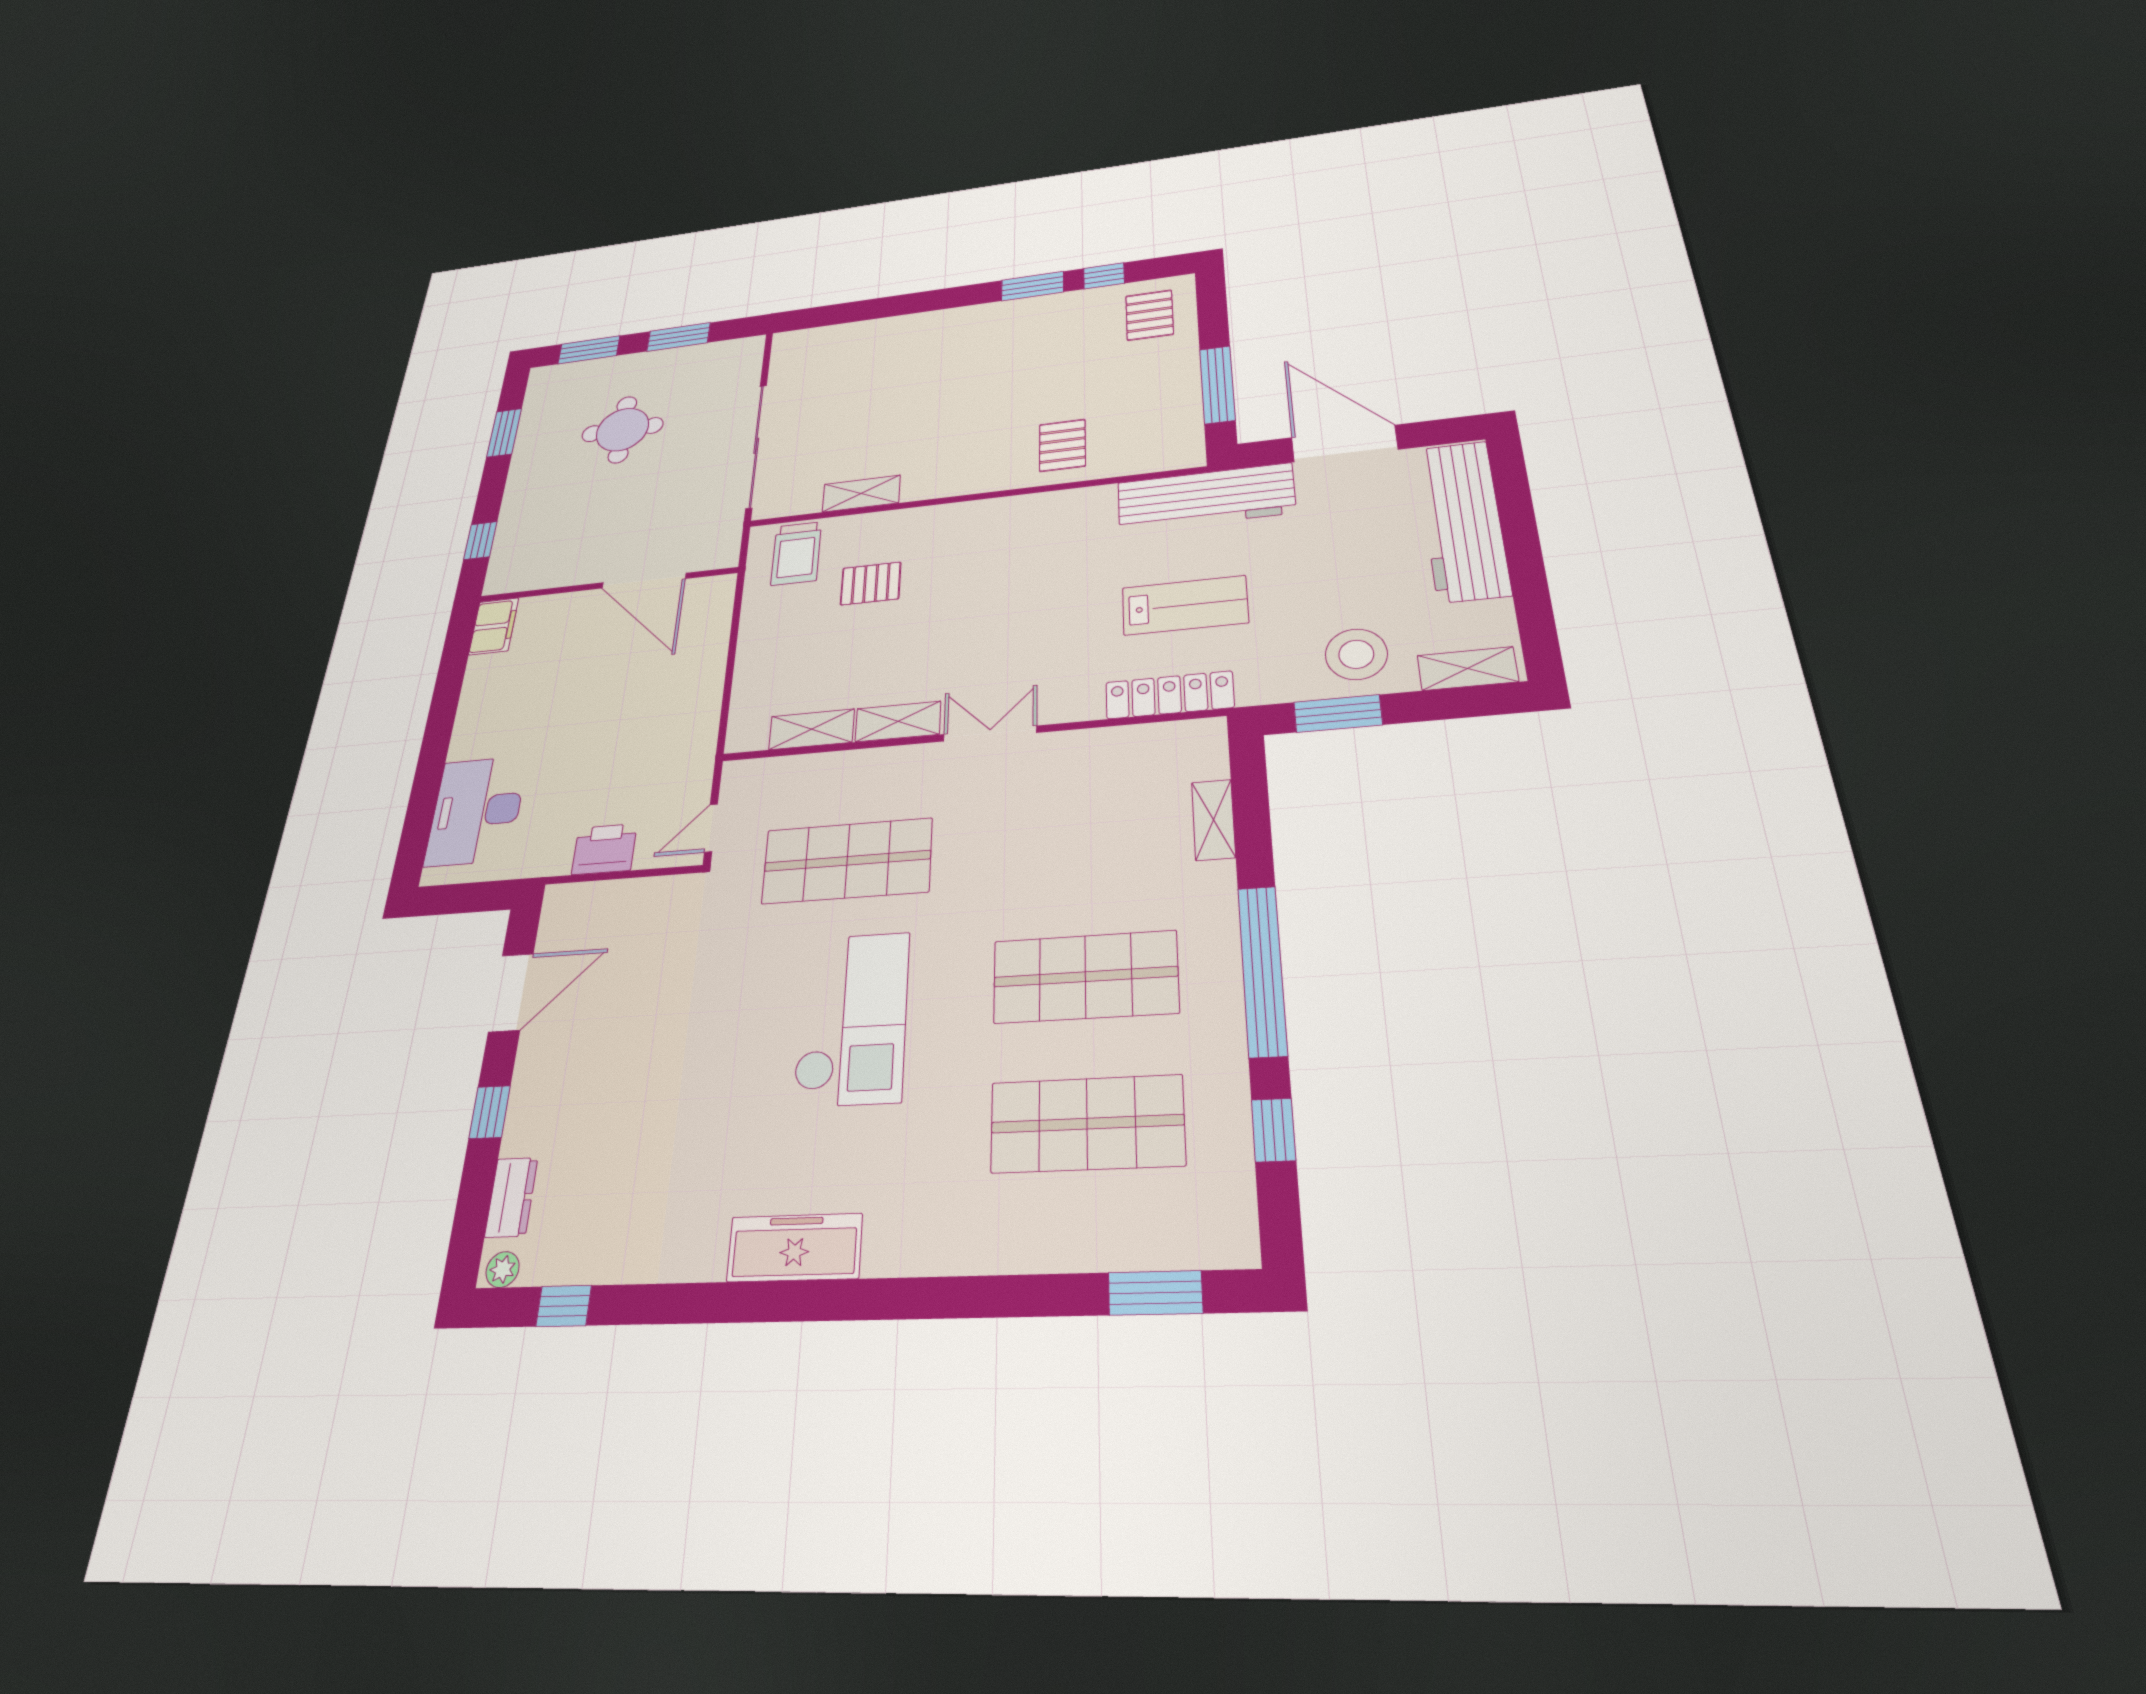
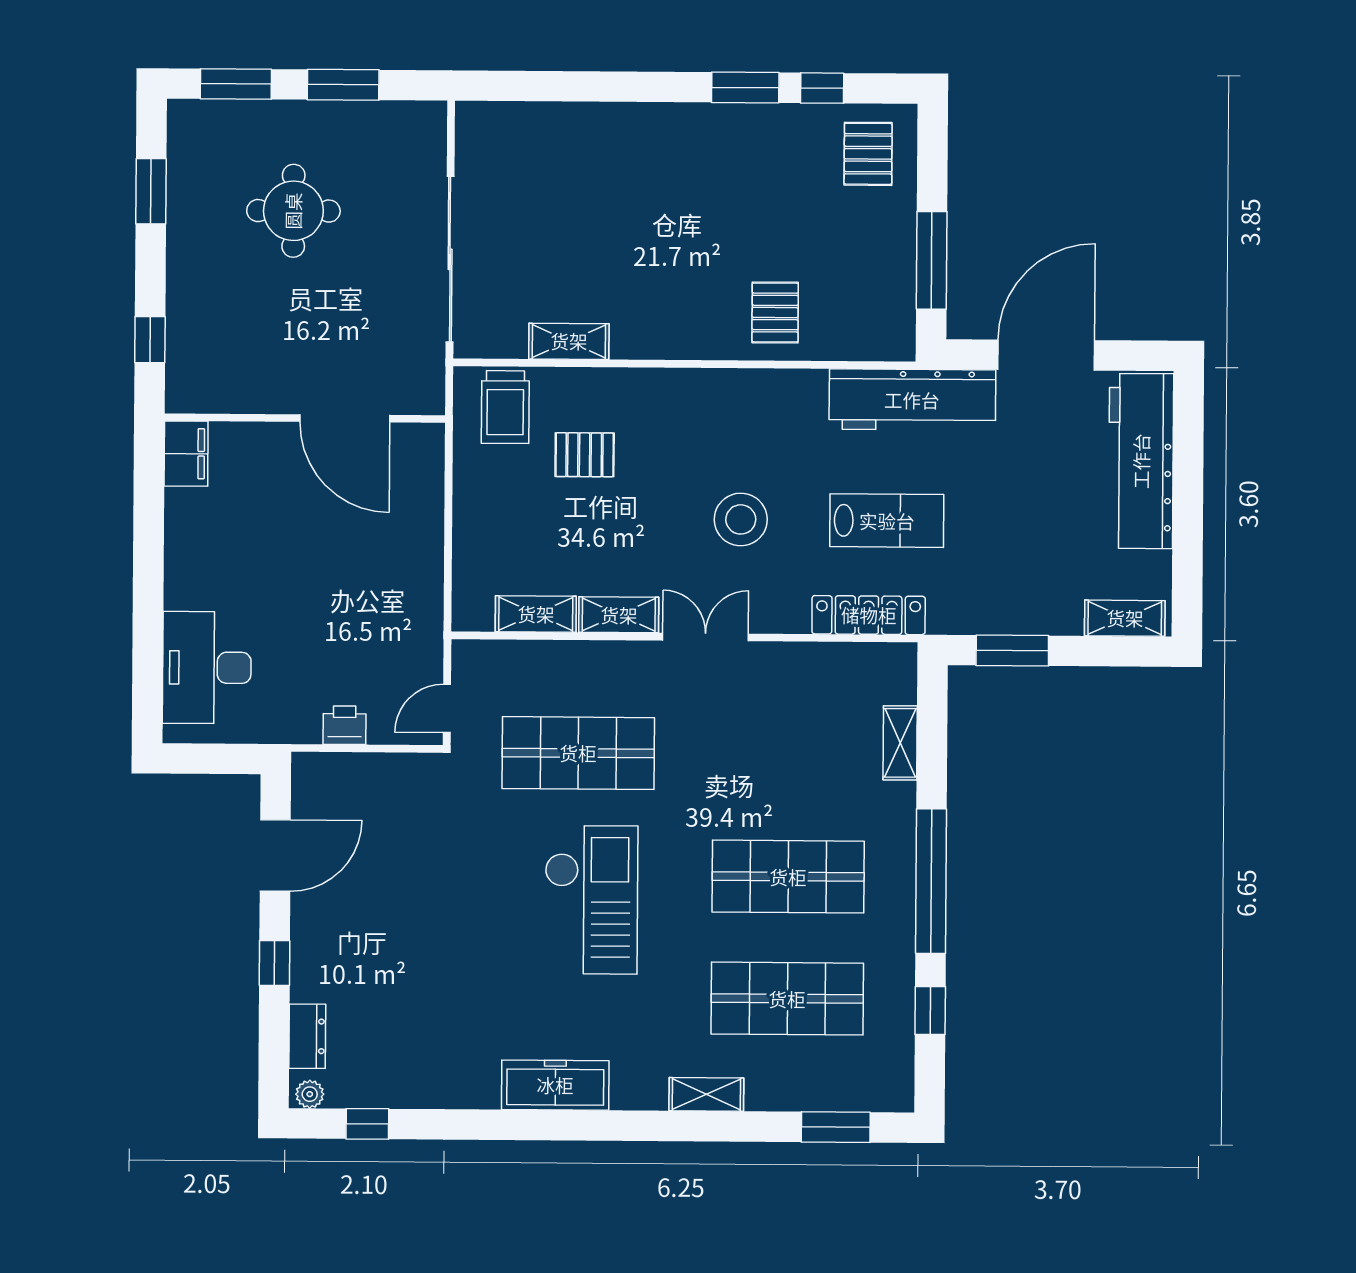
door: (1344, 444) -> (1046, 355), hinge flipped
stool: (1356, 654) -> (741, 519), moved
printer: (604, 849) -> (345, 725), width x0.73, depth x0.81
shelving: (984, 1253) -> (706, 1094), added

